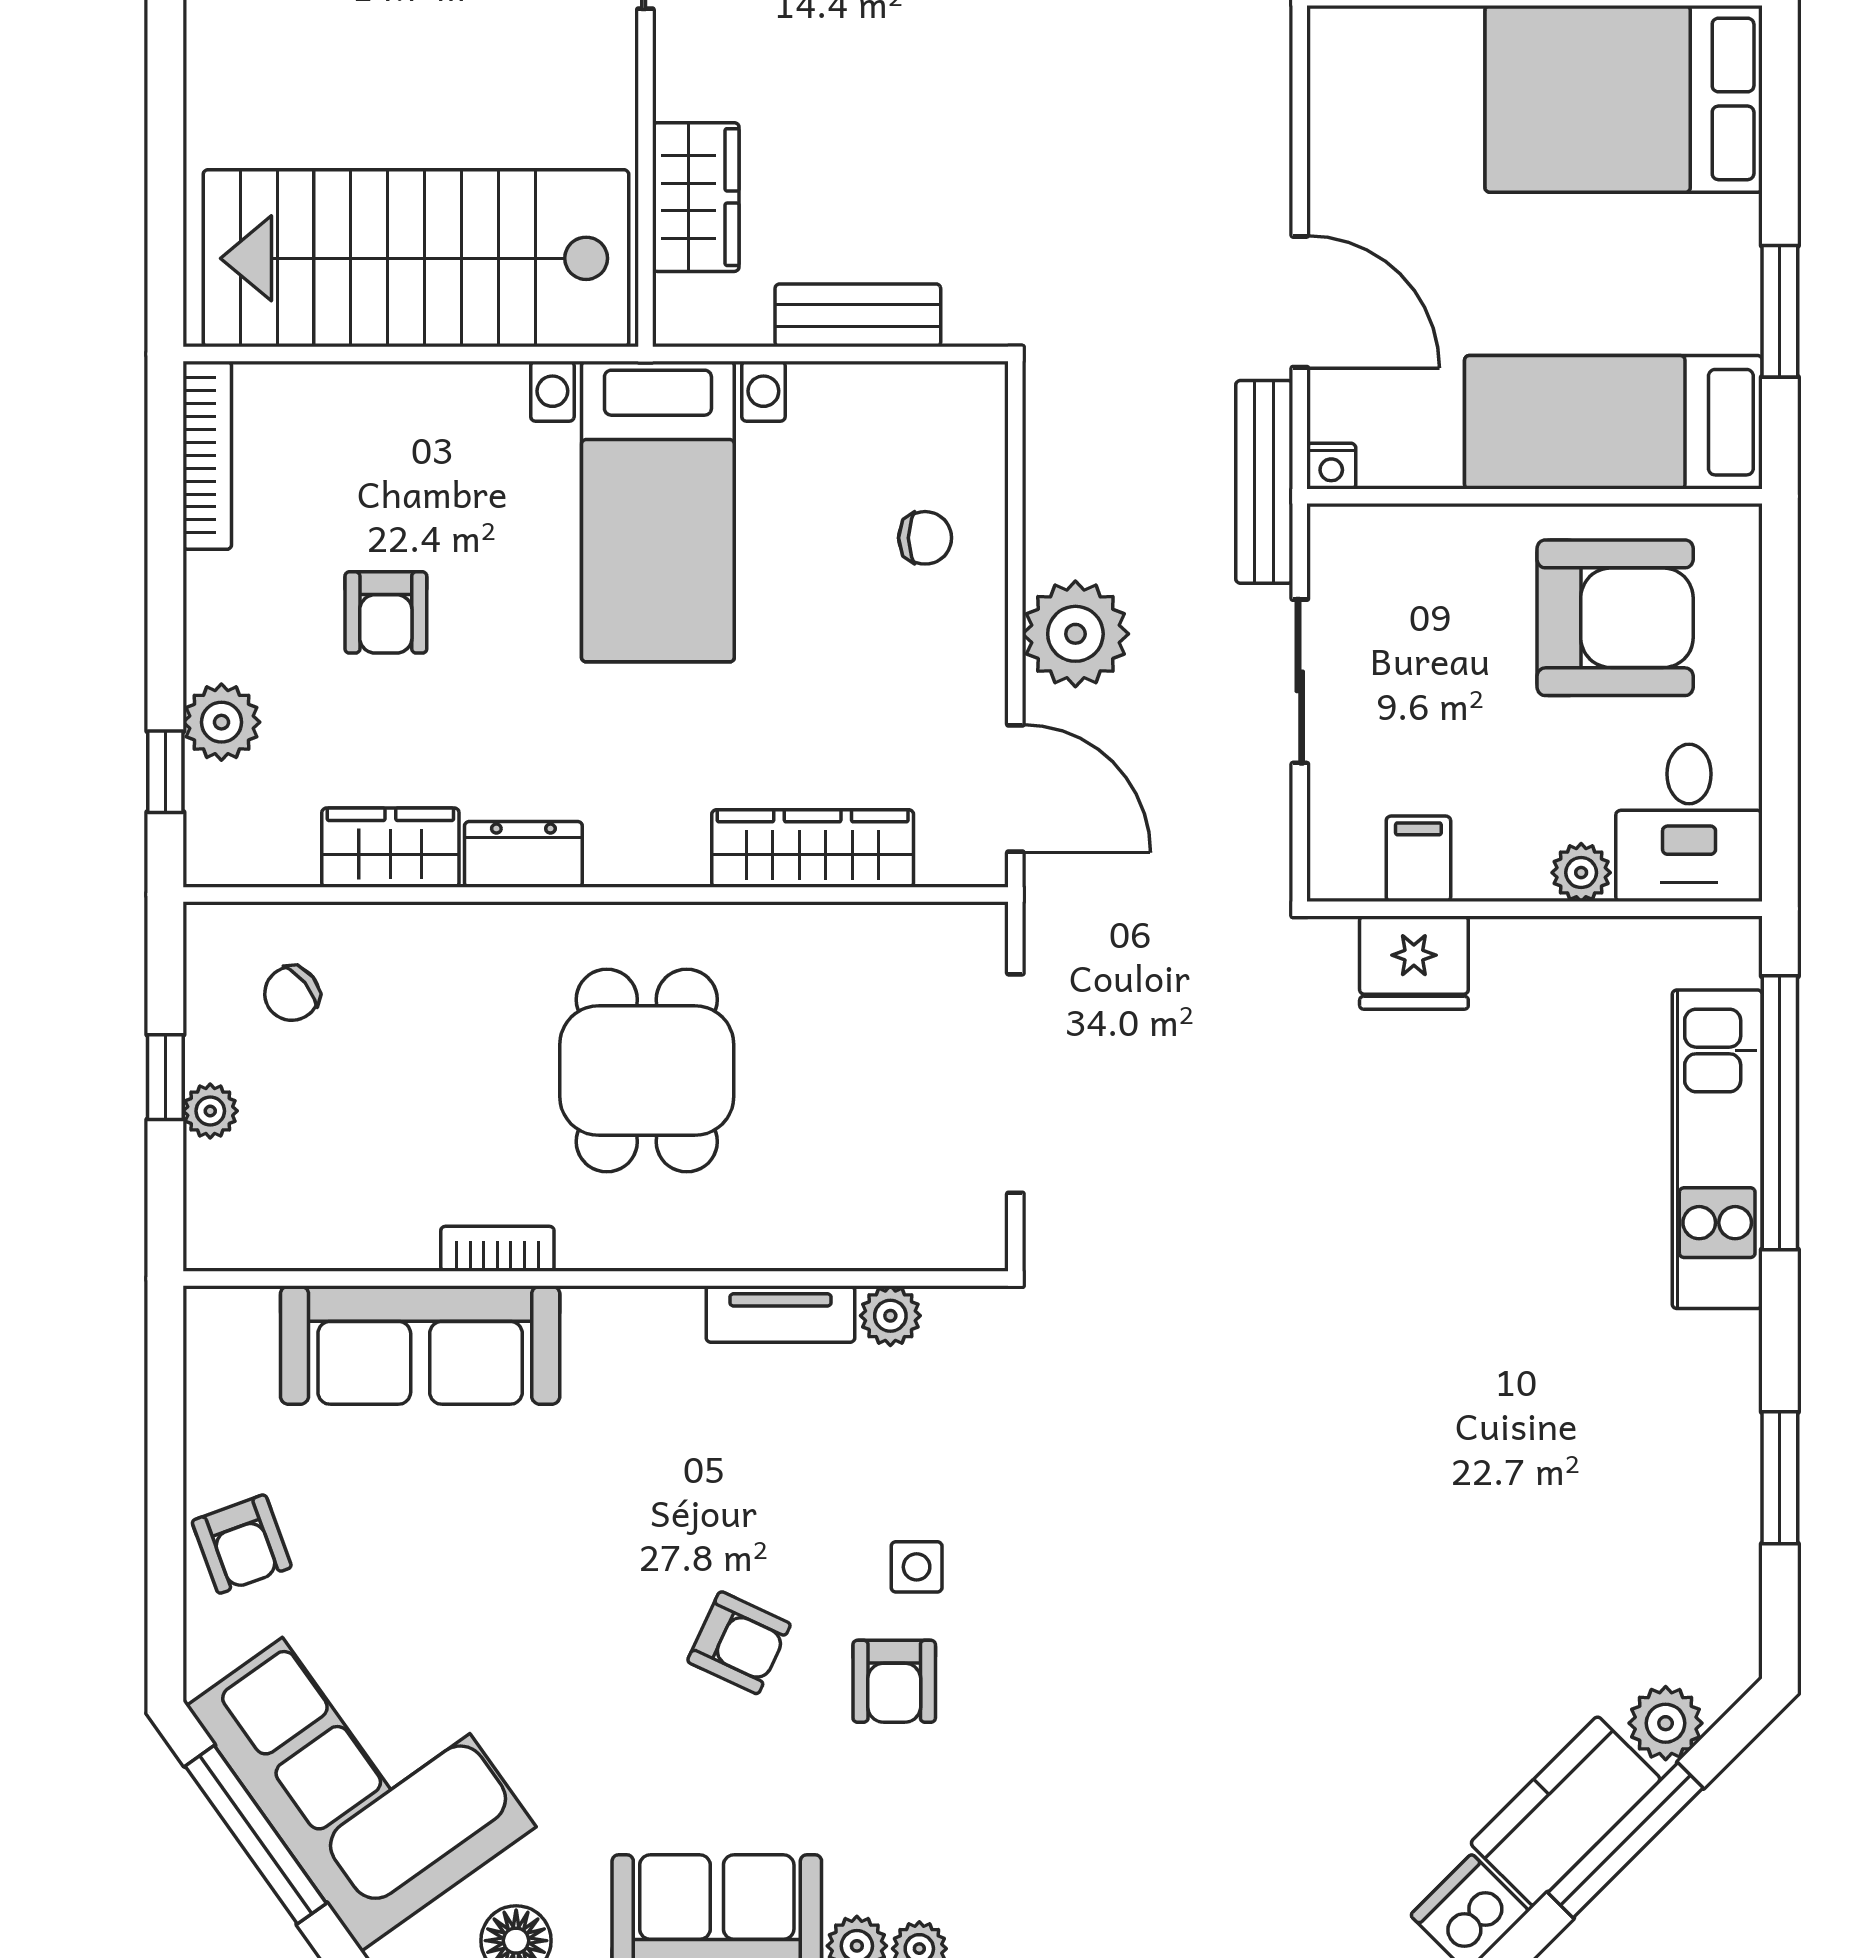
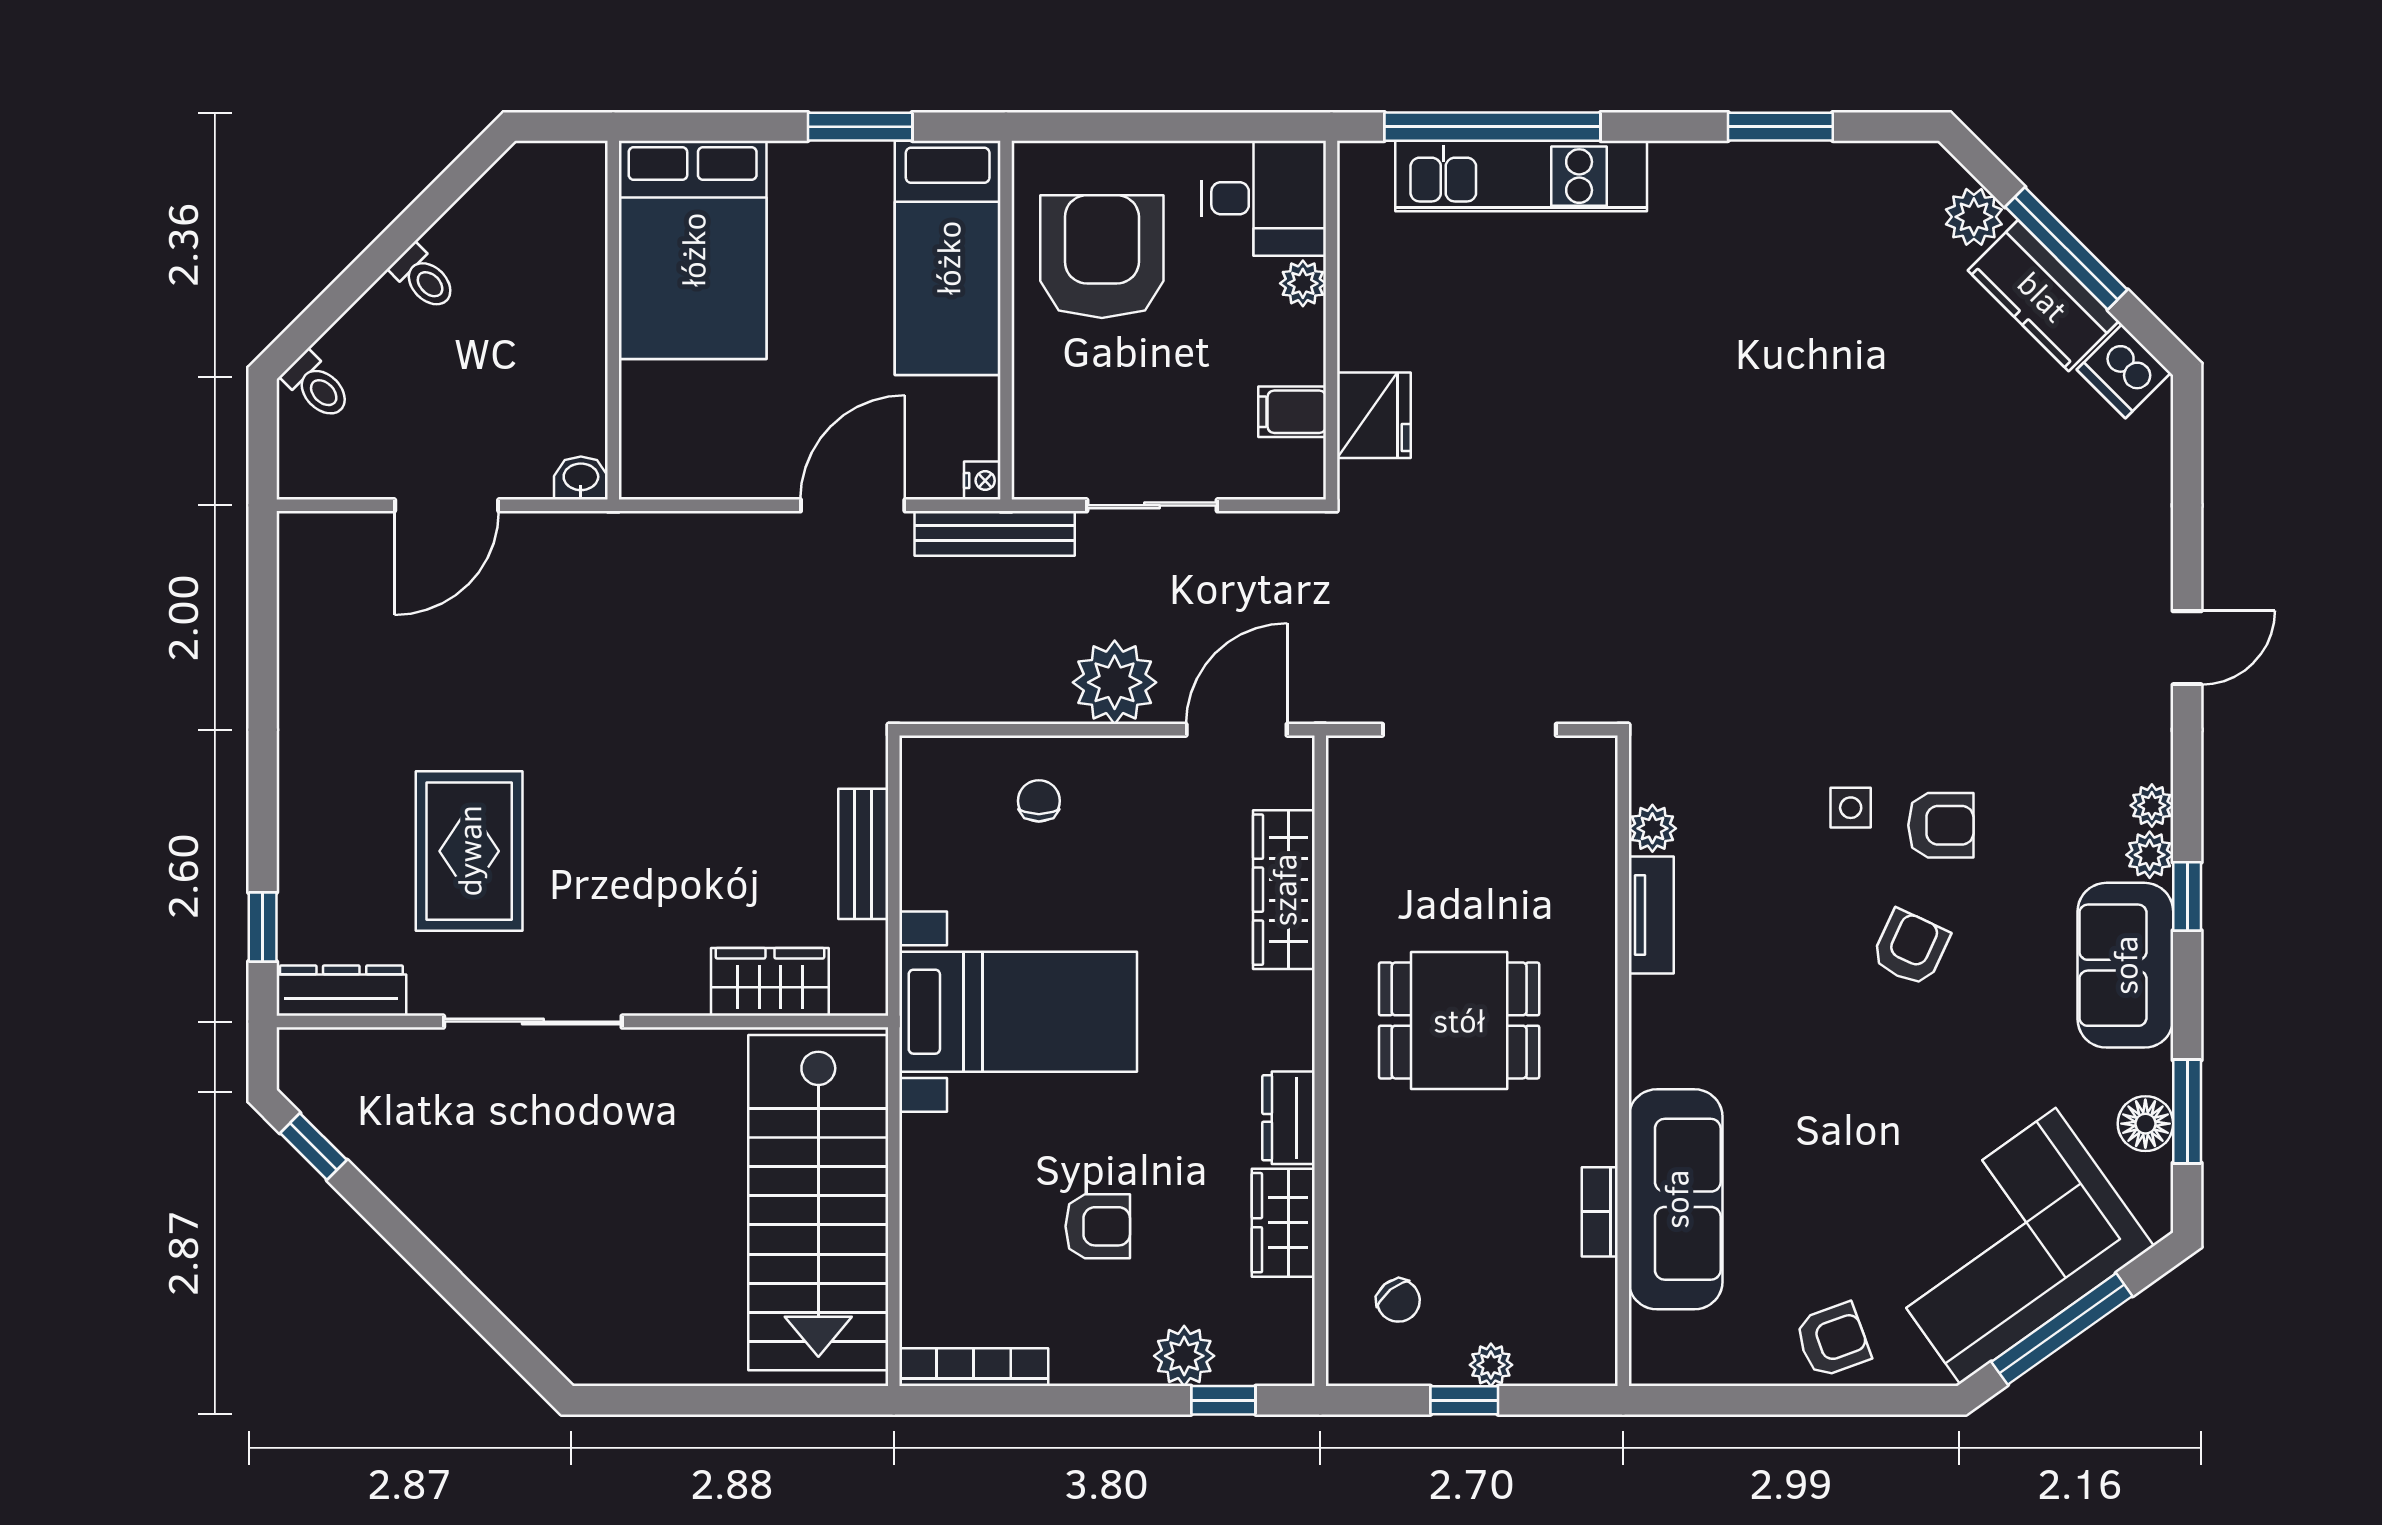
bookcase: (497, 1249) -> (1600, 1212), moved

